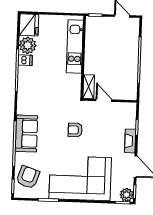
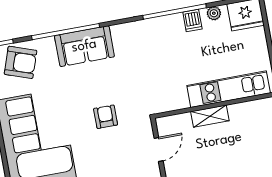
plant: (28, 45) -> (214, 13), width x0.53, depth x0.53
shelving: (89, 87) -> (210, 116), moved

